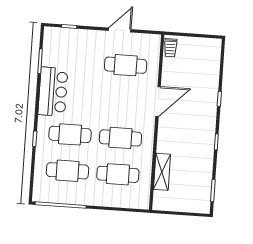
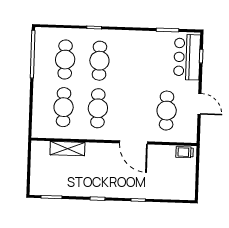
bar counter: (53, 92) -> (187, 57), moved, turned 90

